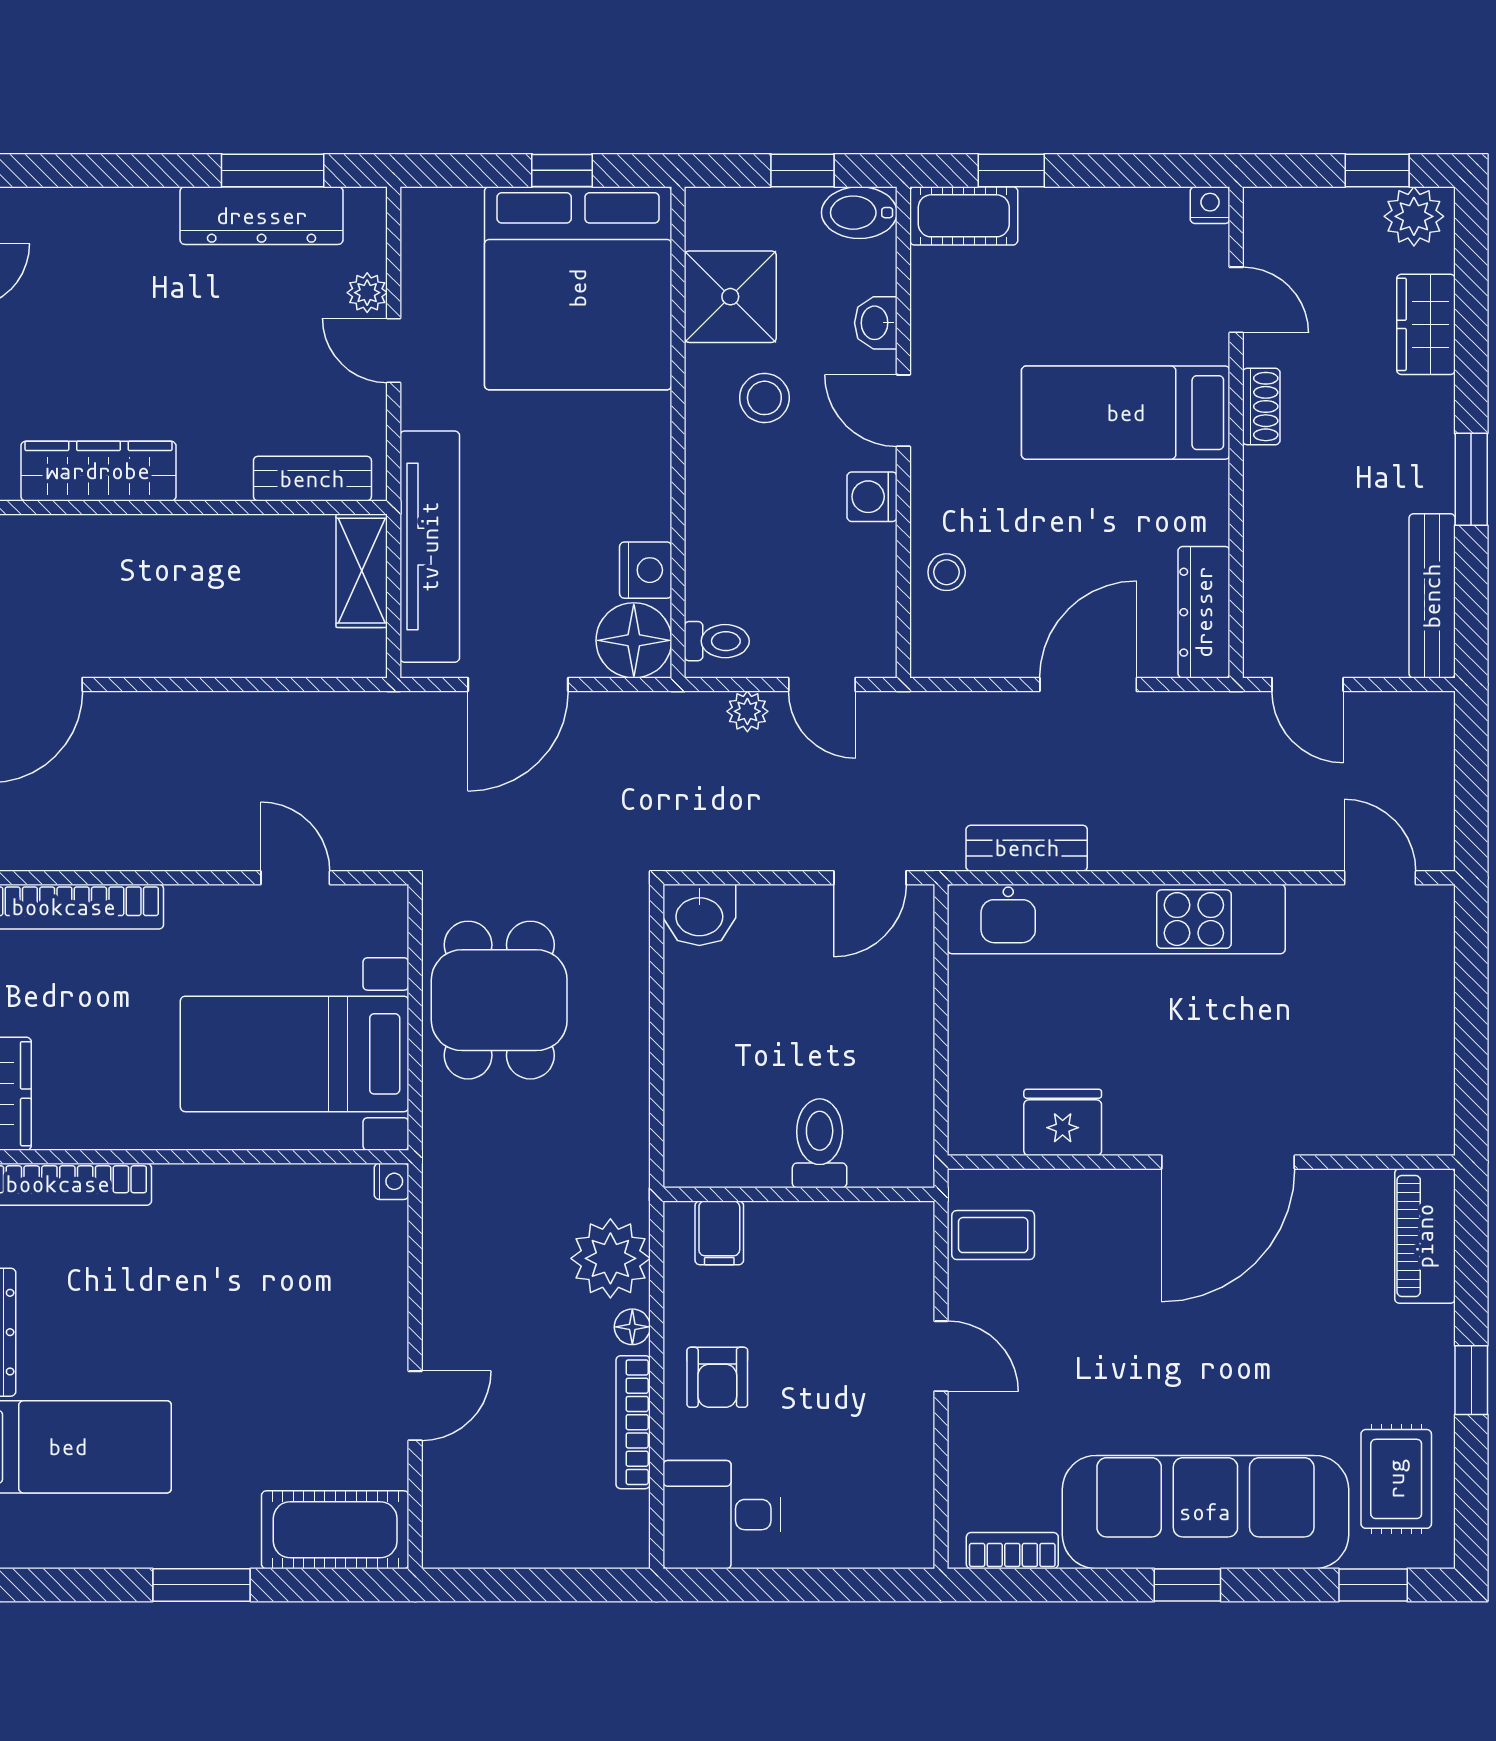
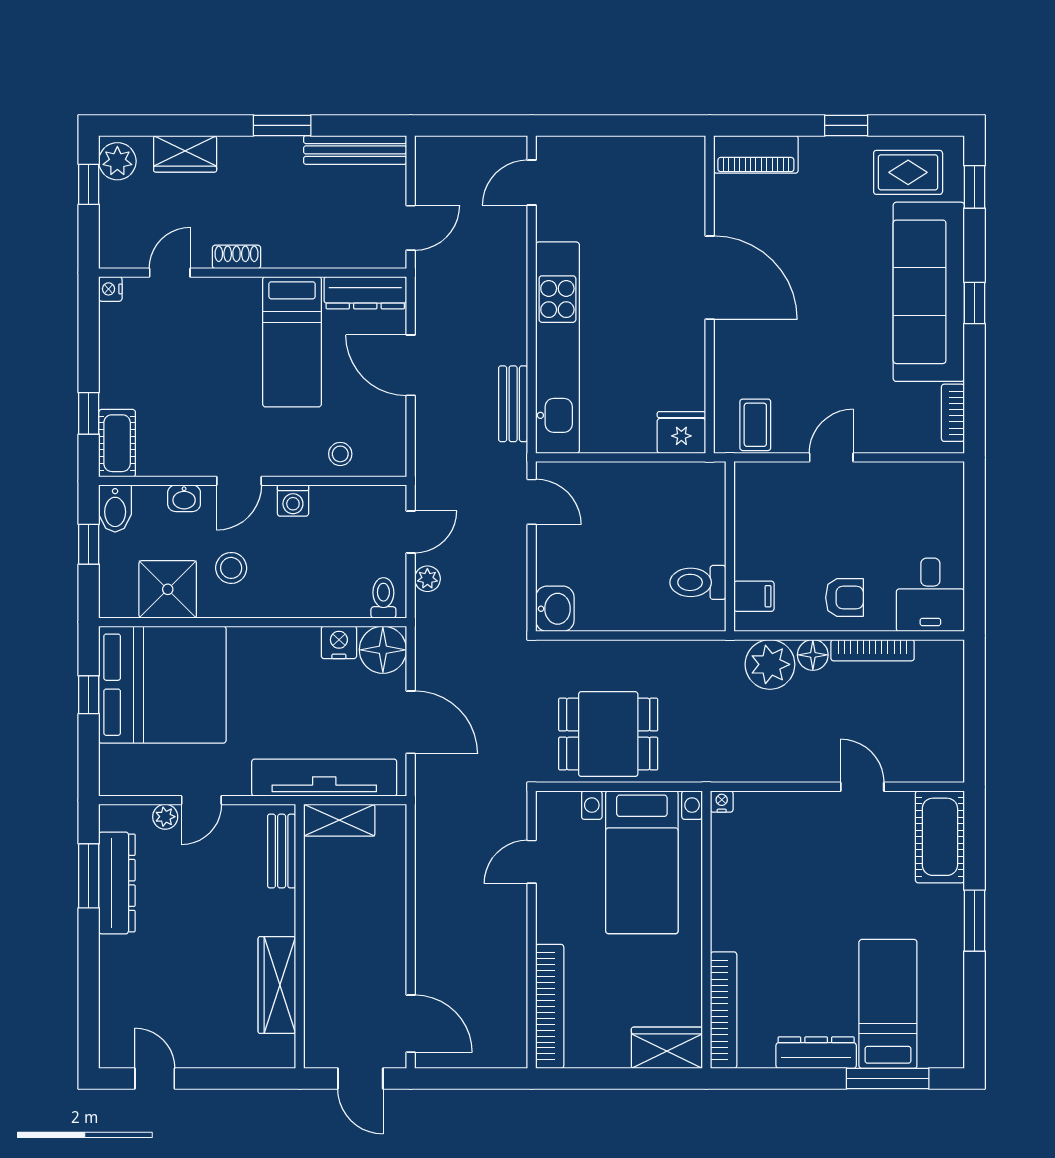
bed: (1126, 413) -> (292, 342), moved
fridge: (1063, 1122) -> (681, 433), moved, turned 90
toilet: (820, 1143) -> (698, 582), moved
floor lamp: (632, 1327) -> (813, 655), width x1.37, depth x1.37

